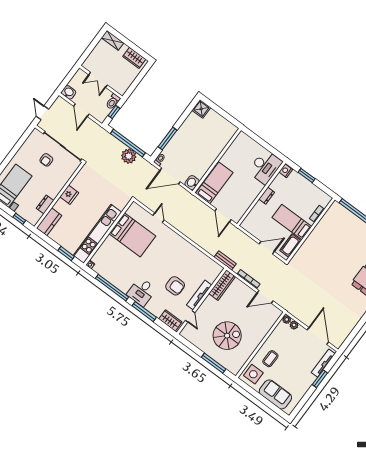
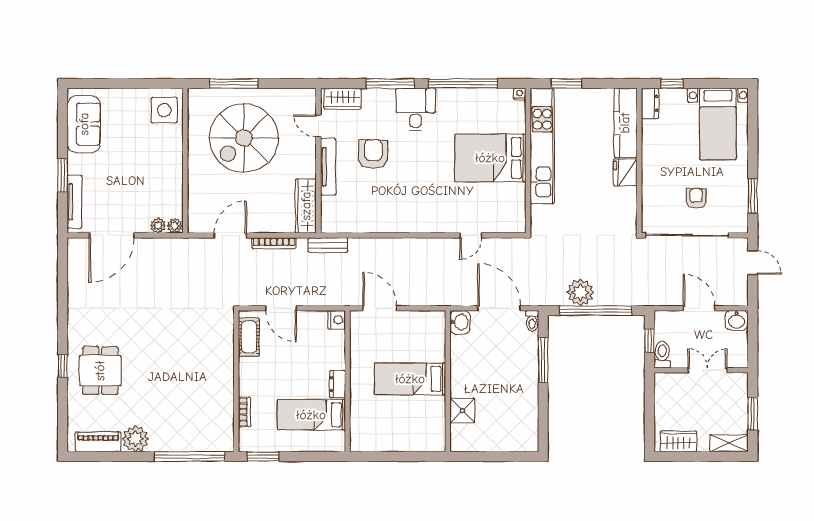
window: (92, 46) -> (753, 414), added
shower: (201, 109) -> (462, 411), moved
window: (20, 142) -> (753, 196), added
desk: (265, 167) -> (371, 424), removed
nightstand: (286, 171) -> (337, 320), moved
window: (307, 175) -> (263, 456), moved
door: (170, 176) -> (499, 308), hinge flipped
bed: (214, 183) -> (410, 379), moved, turned 90
dresser: (45, 204) -> (650, 103), moved
door: (159, 218) -> (471, 235), hinge flipped
kitchen counter: (49, 222) -> (625, 123), width x1.50
bed: (292, 222) -> (311, 415), moved, turned 180
bed: (132, 235) -> (490, 158), moved
door: (267, 248) -> (281, 308), hinge flipped
armchair: (175, 286) -> (373, 154), turned 90
spiral stairs: (227, 336) -> (244, 138), width x1.37, depth x1.37
door: (318, 336) -> (112, 235), hinge flipped
coffee table: (270, 359) -> (156, 151), removed
sofa: (275, 394) -> (84, 124), moved, turned -90

